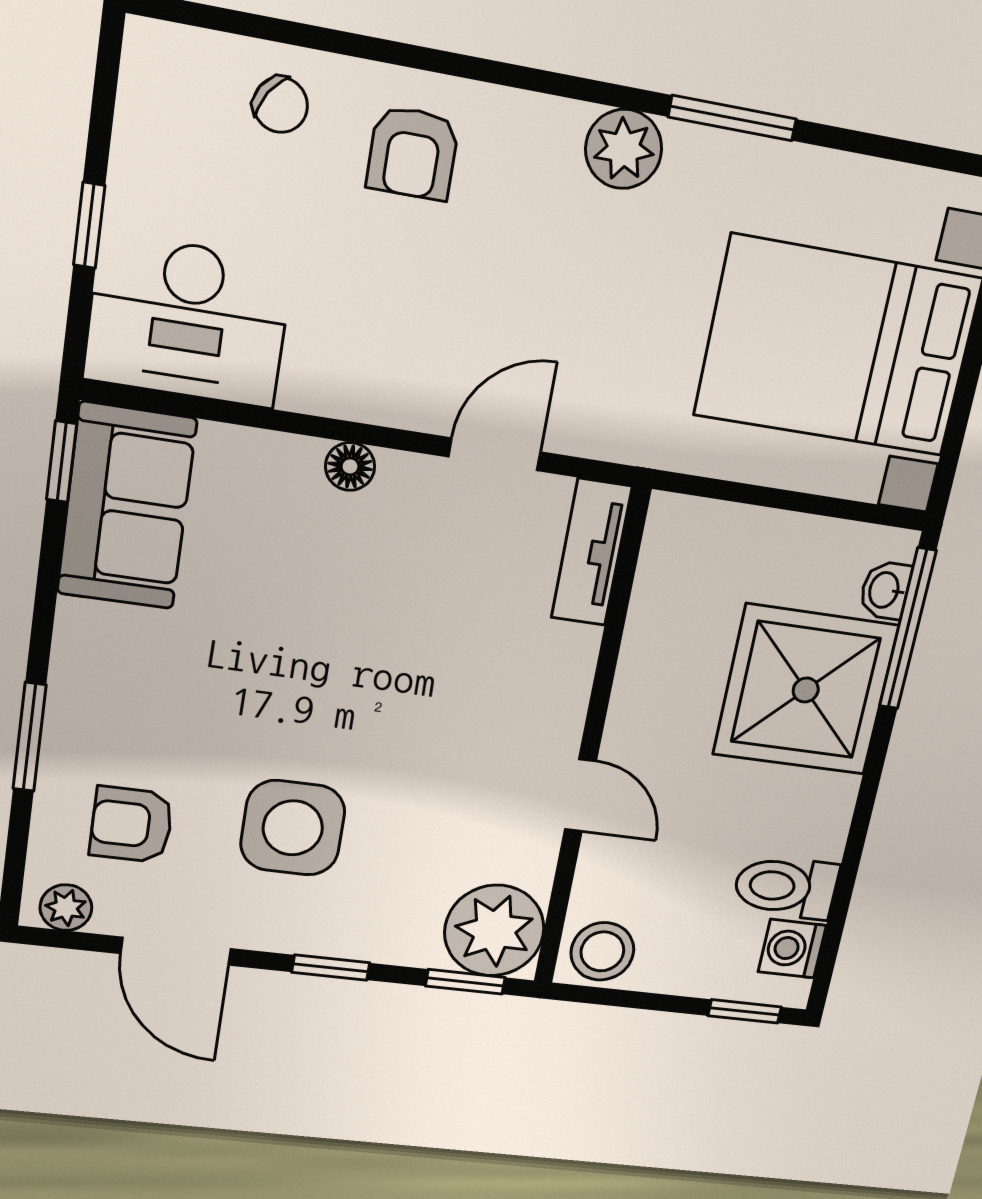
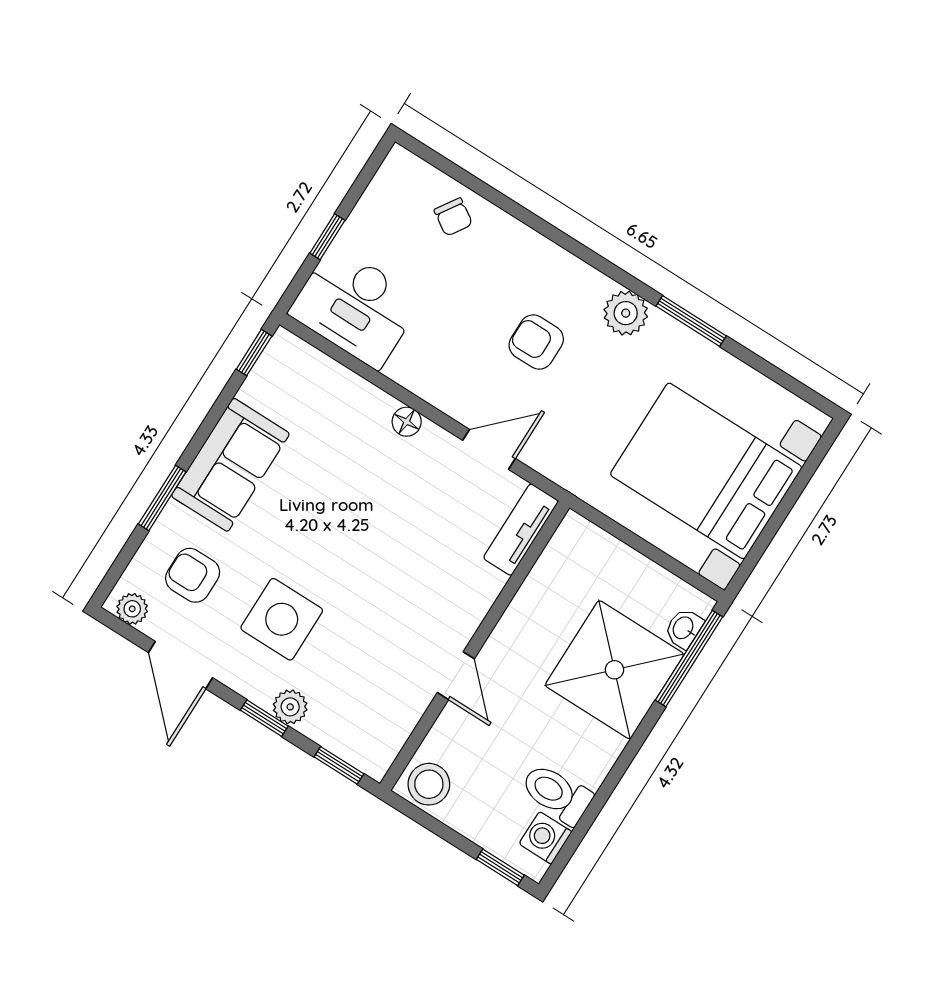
armchair: (413, 153) -> (536, 342), moved, turned 90
sofa: (127, 506) -> (230, 465), moved
plant: (494, 931) -> (290, 707), moved, width x0.53, depth x0.53

